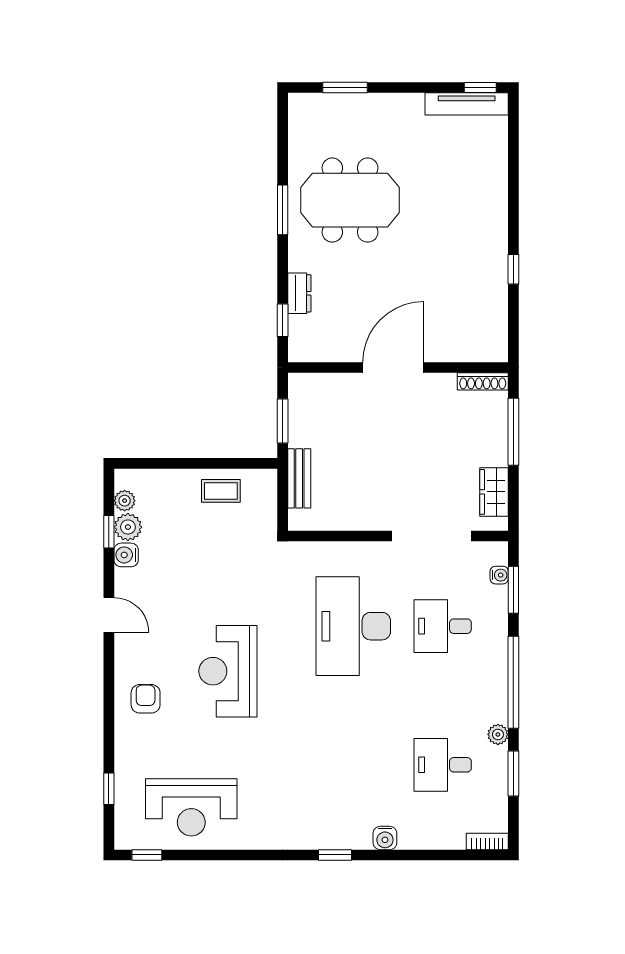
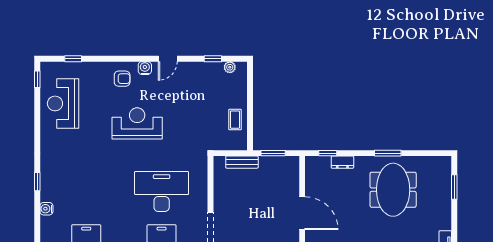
plant: (128, 527) -> (215, 69), removed
water cooler: (126, 555) -> (145, 68), moved

